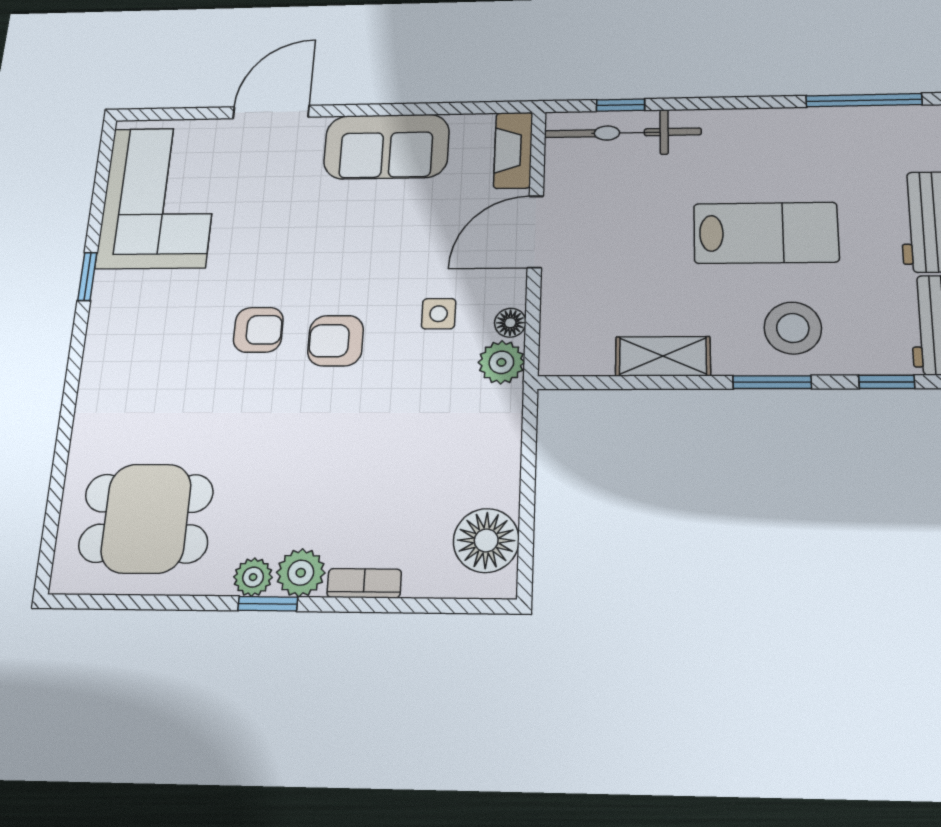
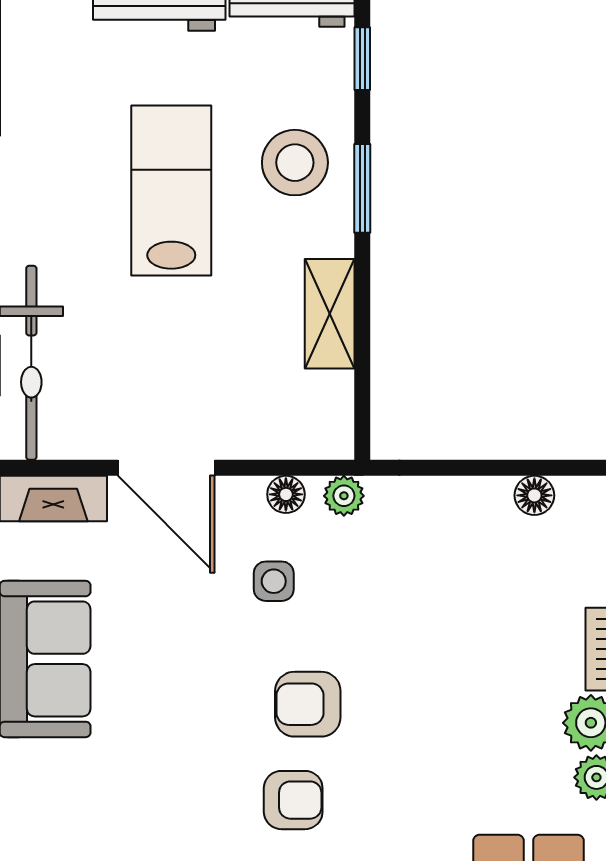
armchair: (258, 330) -> (293, 800), turned 90
armchair: (336, 341) -> (308, 704), turned 90
plant: (501, 362) -> (344, 496), width x0.73, depth x0.73
floor lamp: (486, 540) -> (534, 495), width x0.53, depth x0.53

